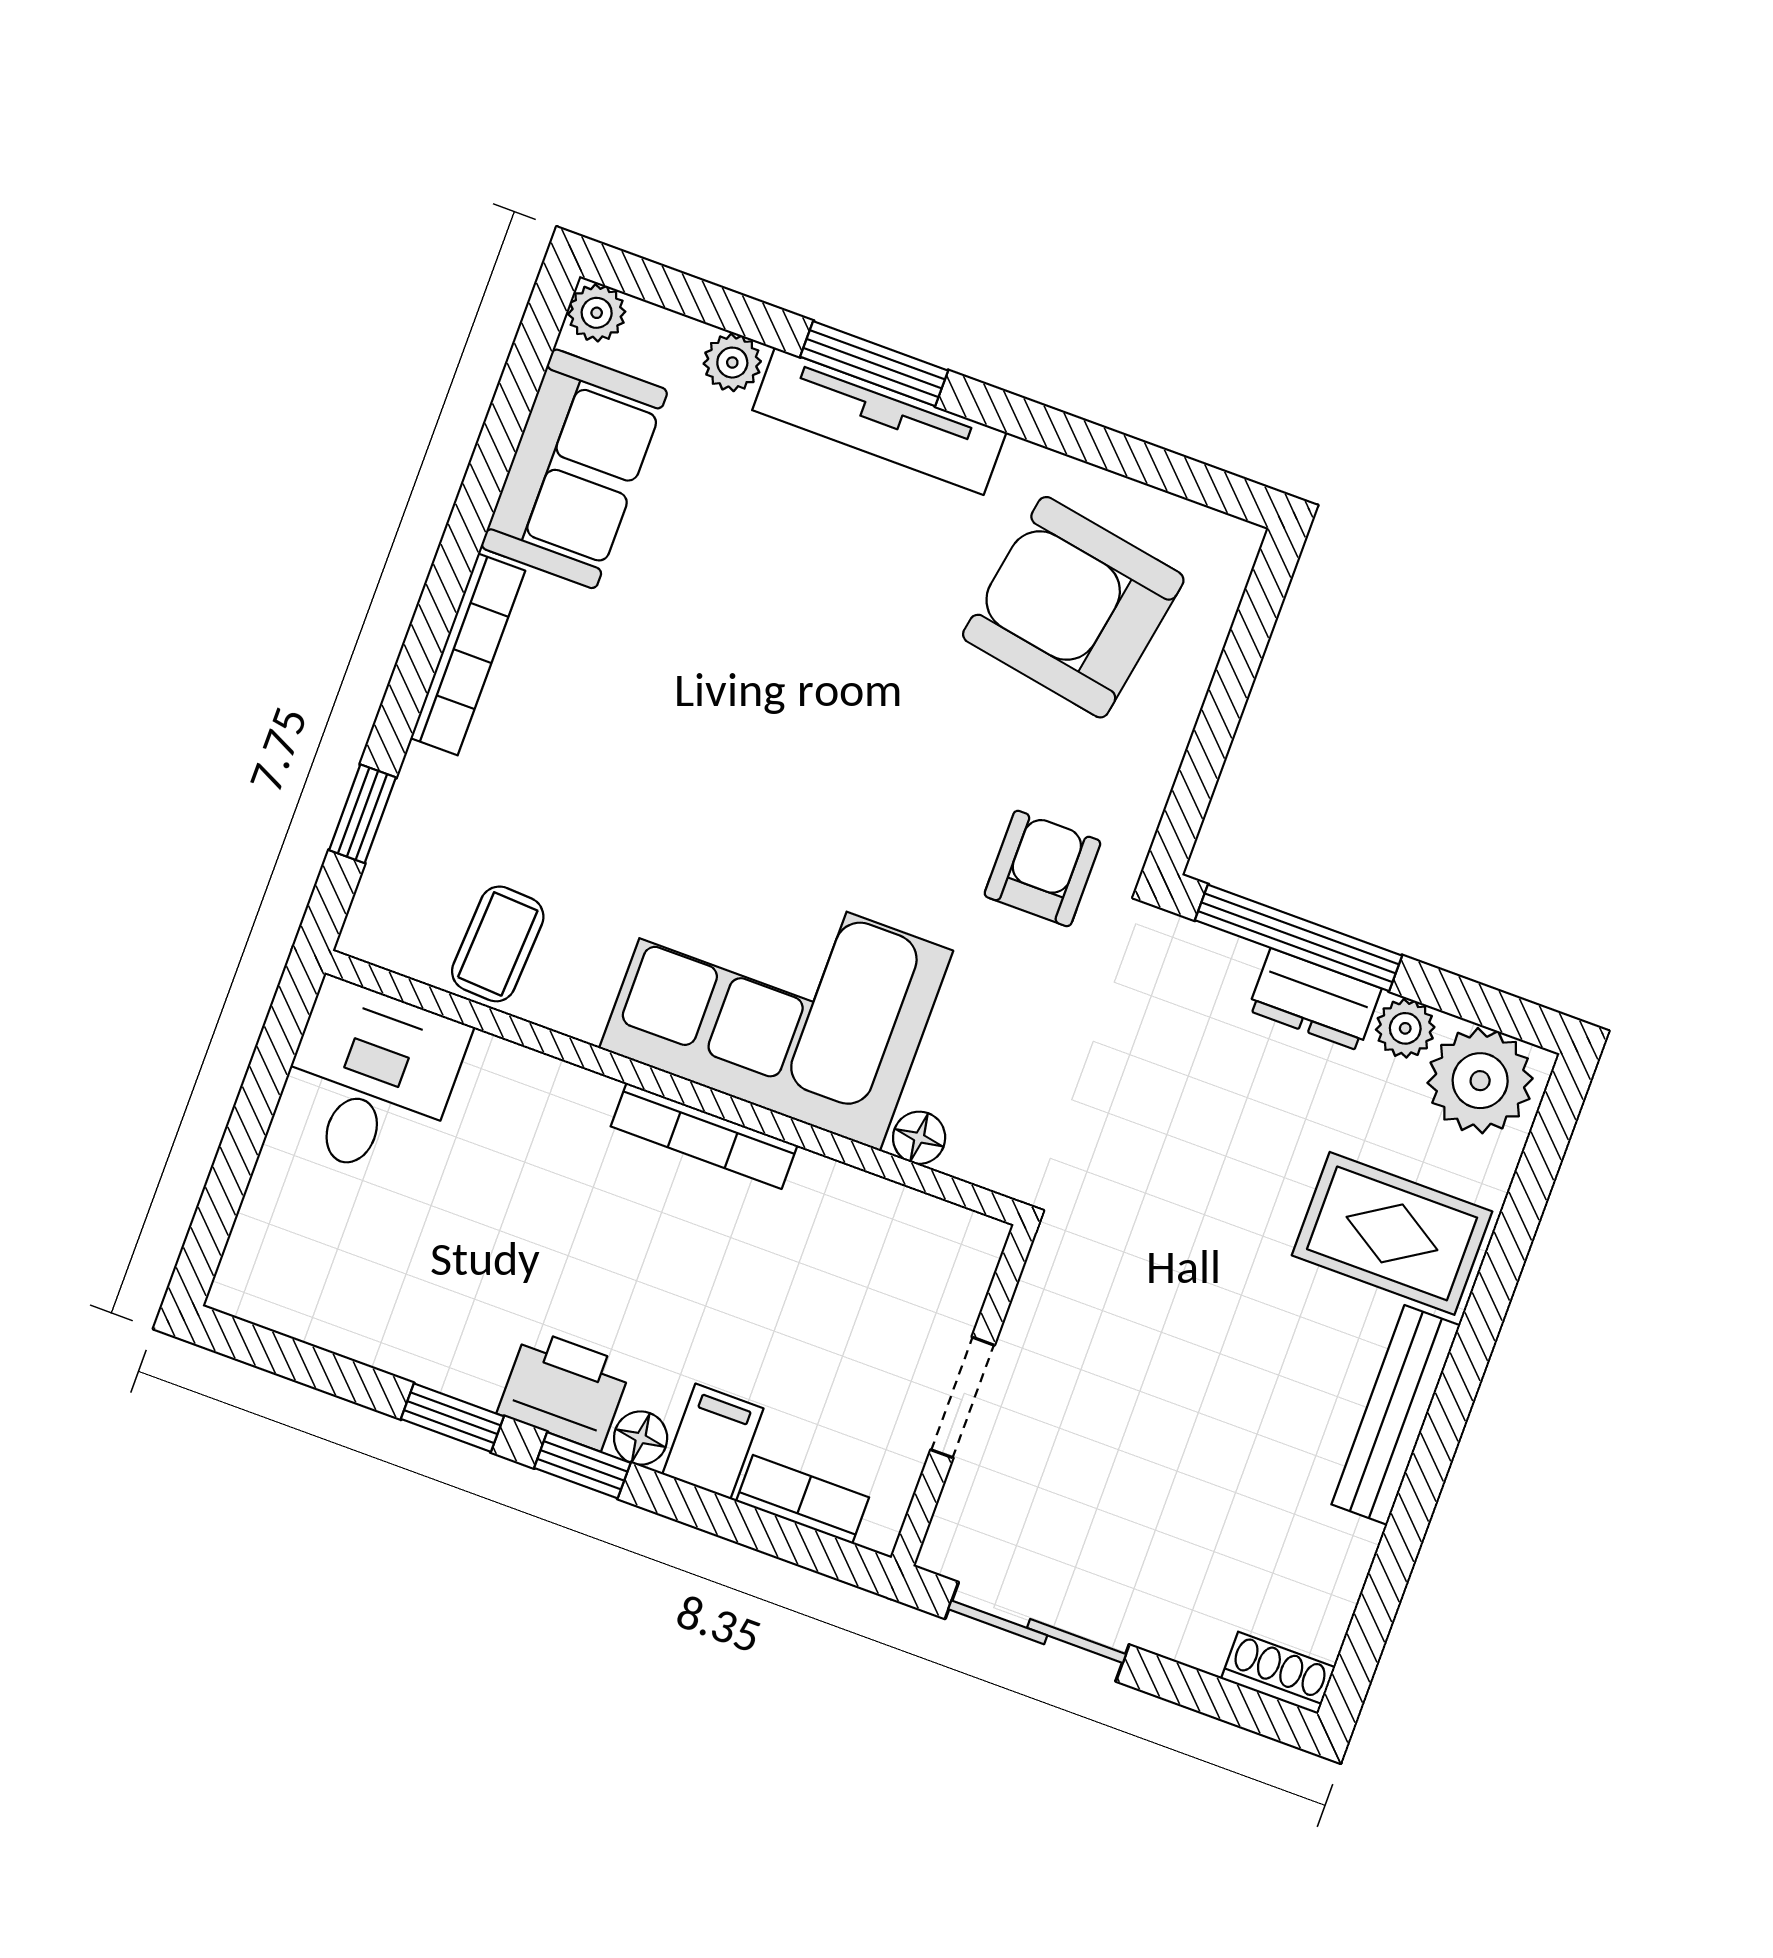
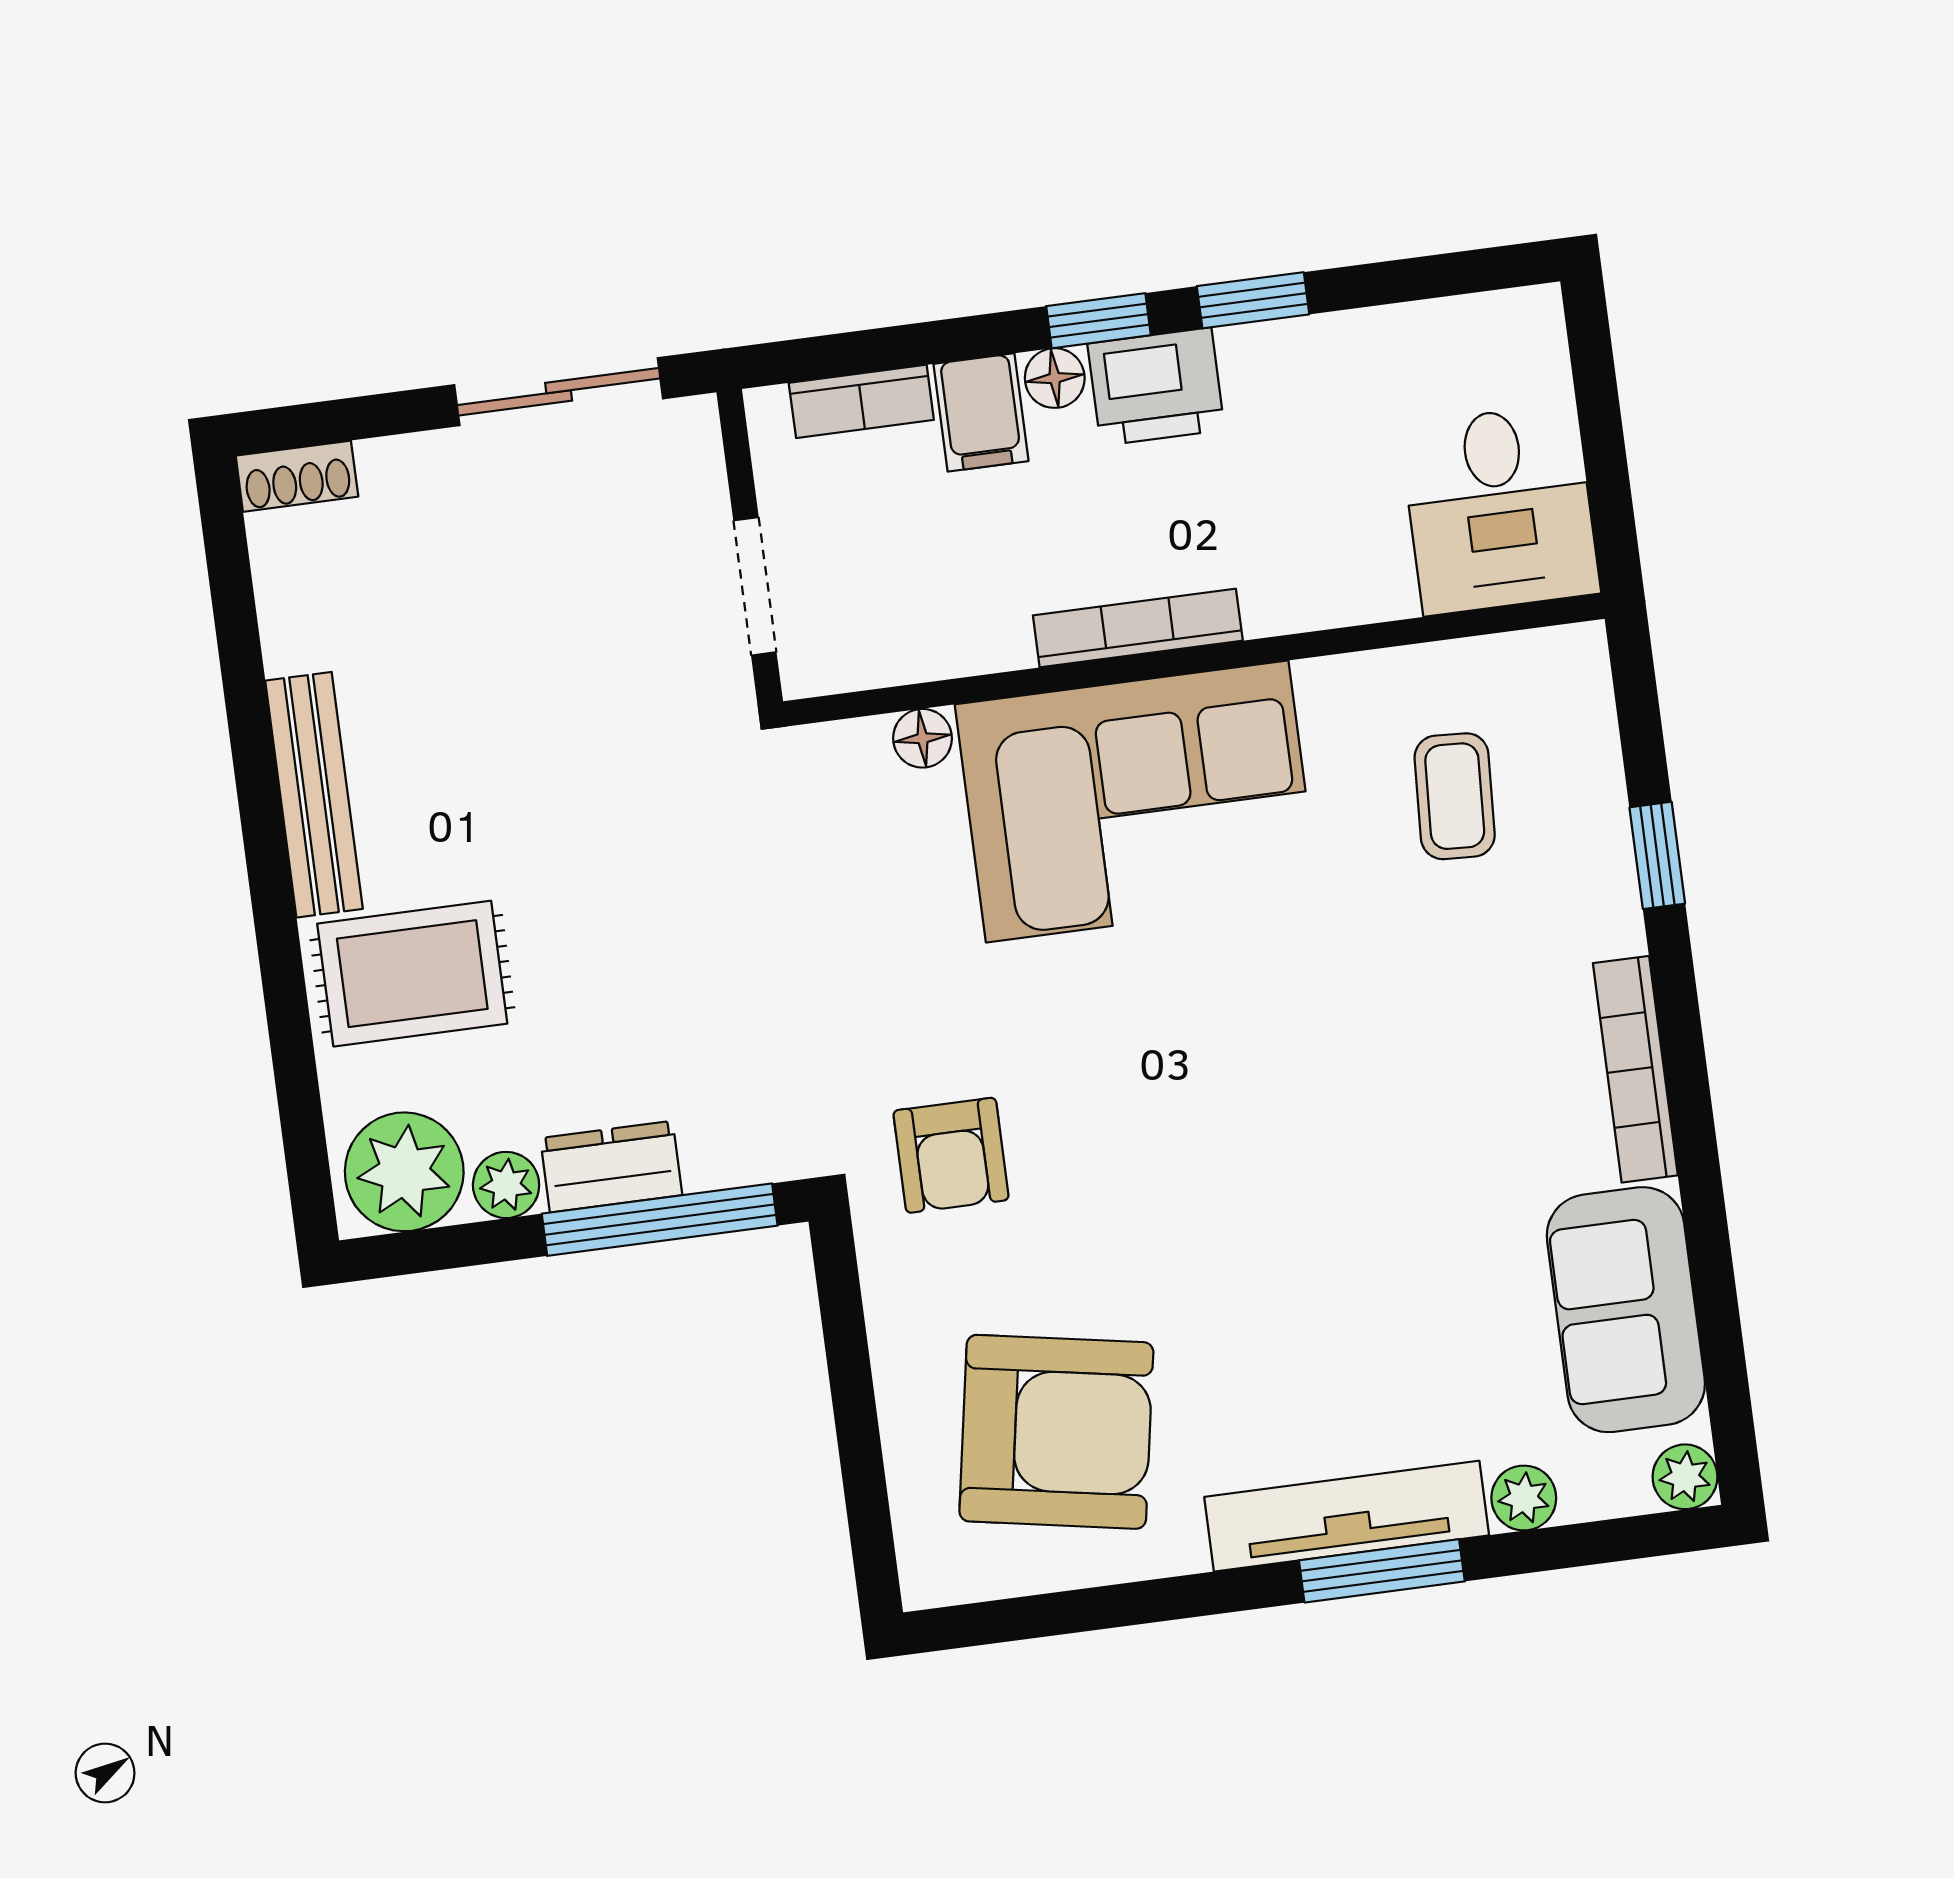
corner sofa: (776, 999) -> (1137, 801), moved
desk: (370, 1080) -> (1500, 509), moved
wall: (673, 1088) -> (1194, 660), moved
bookcase: (704, 1136) -> (1138, 628), moved
floor lamp: (919, 1138) -> (923, 738), moved

